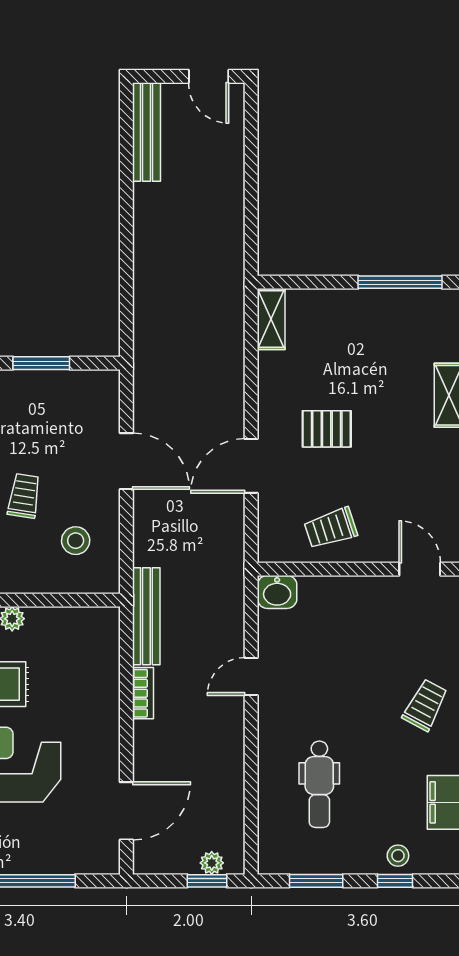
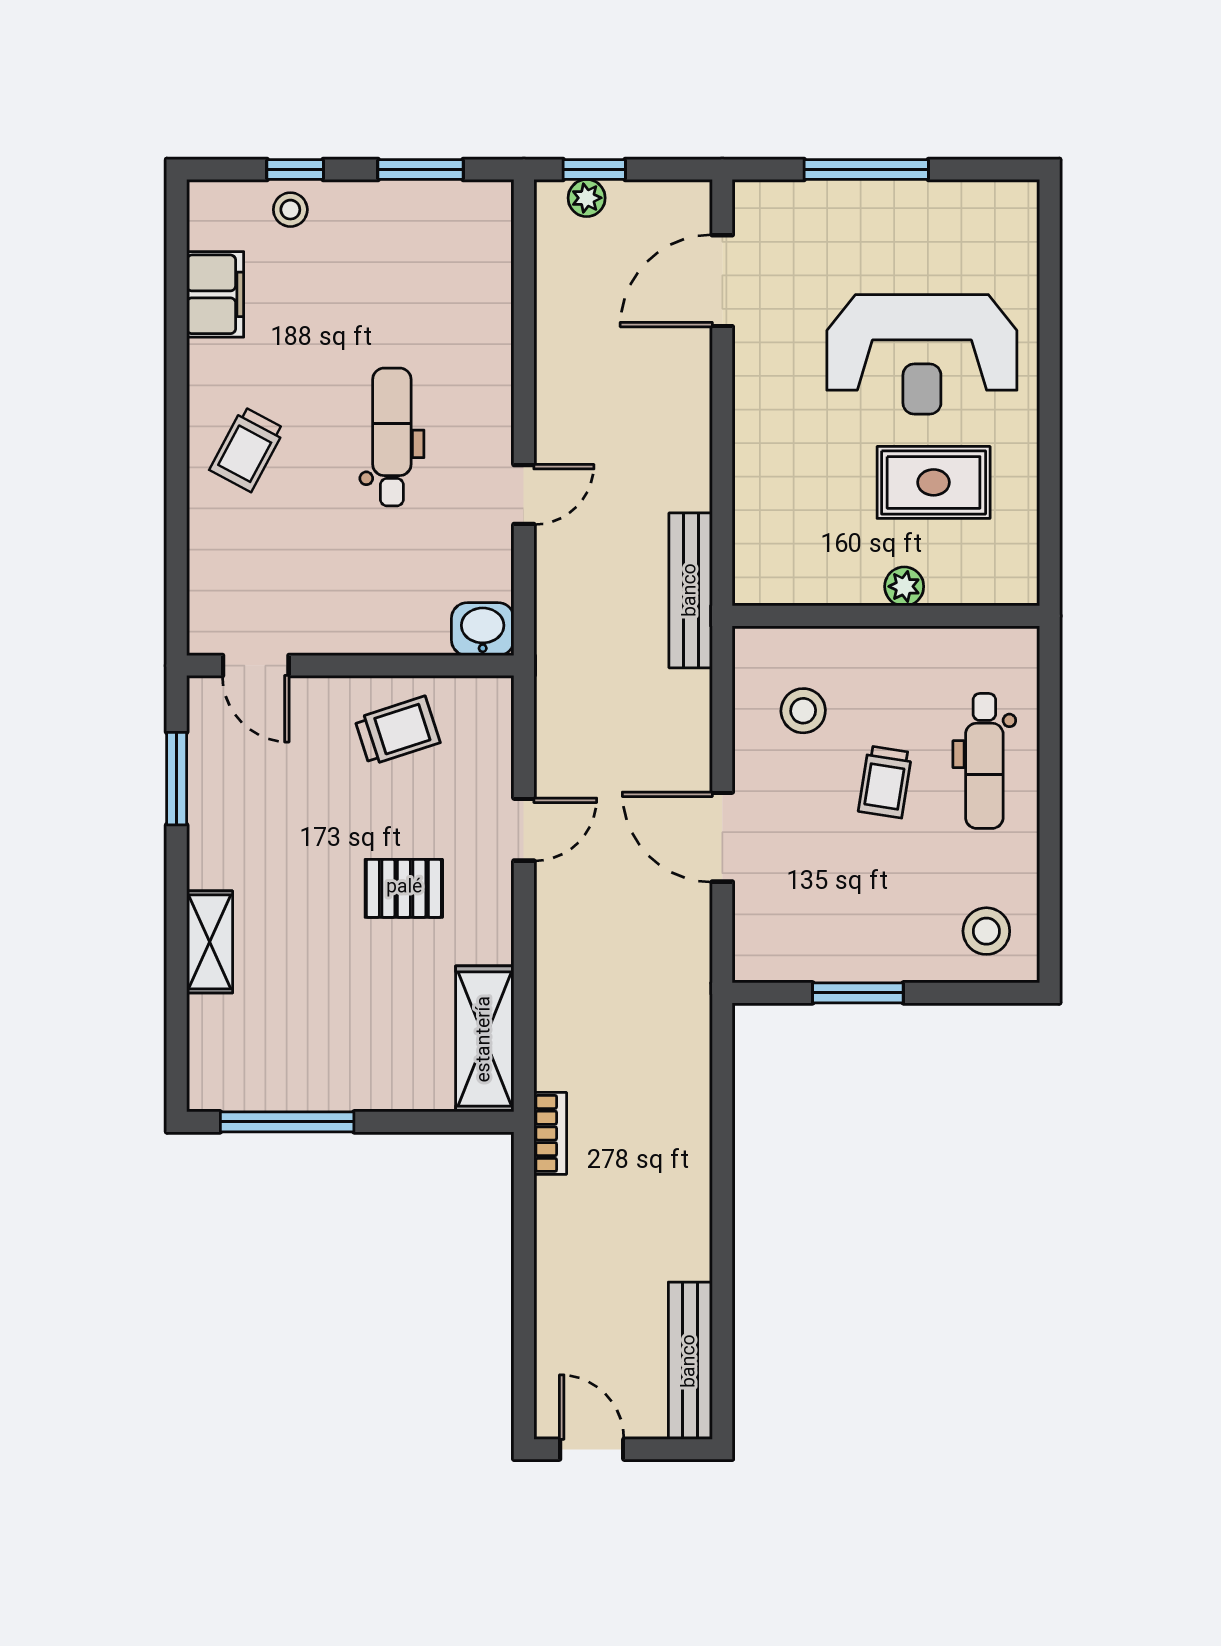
shelving: (271, 319) -> (485, 1039), width x1.50, depth x1.33
door: (251, 466) -> (524, 830), width x0.73
bookcase: (143, 693) -> (550, 1133), moved, turned 180
dental chair: (319, 784) -> (392, 437), moved

